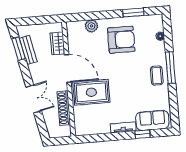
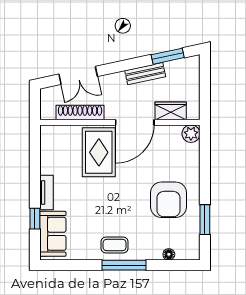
plant: (91, 26) -> (191, 134), moved
bench: (28, 50) -> (145, 74), moved
double door: (34, 99) -> (78, 75), moved

